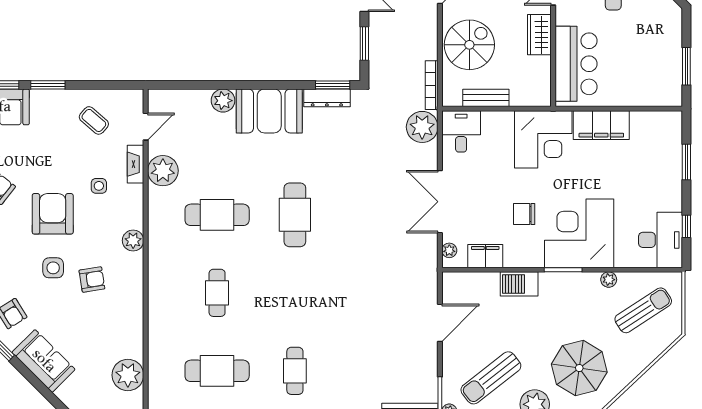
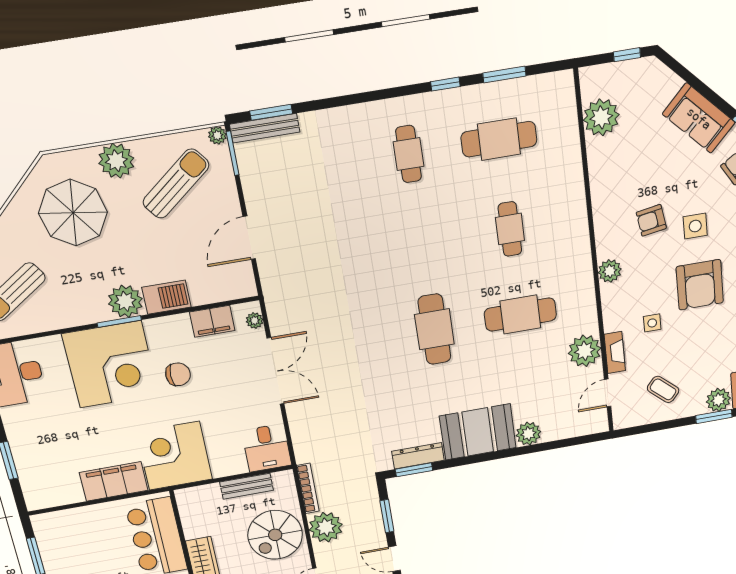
plant: (43, 101) -> (718, 400), added
plant: (422, 127) -> (326, 527), moved
plant: (609, 280) -> (125, 301), moved, width x1.88, depth x1.88

